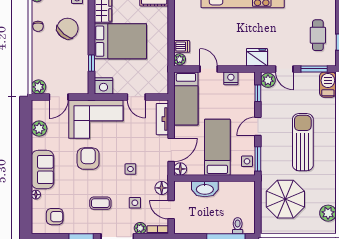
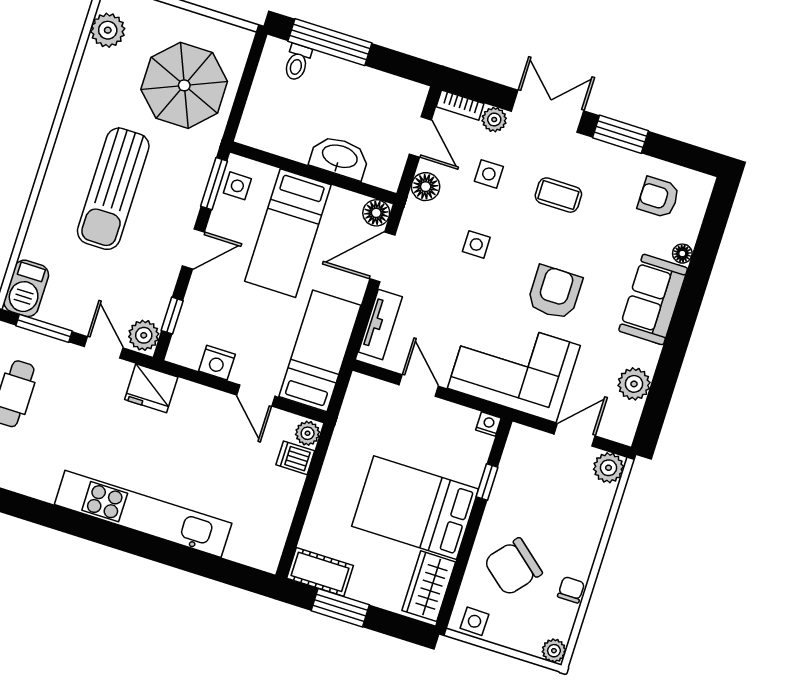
nightstand: (104, 86) -> (488, 424), width x0.53, depth x0.56
armchair: (88, 159) -> (555, 292), turned 180

